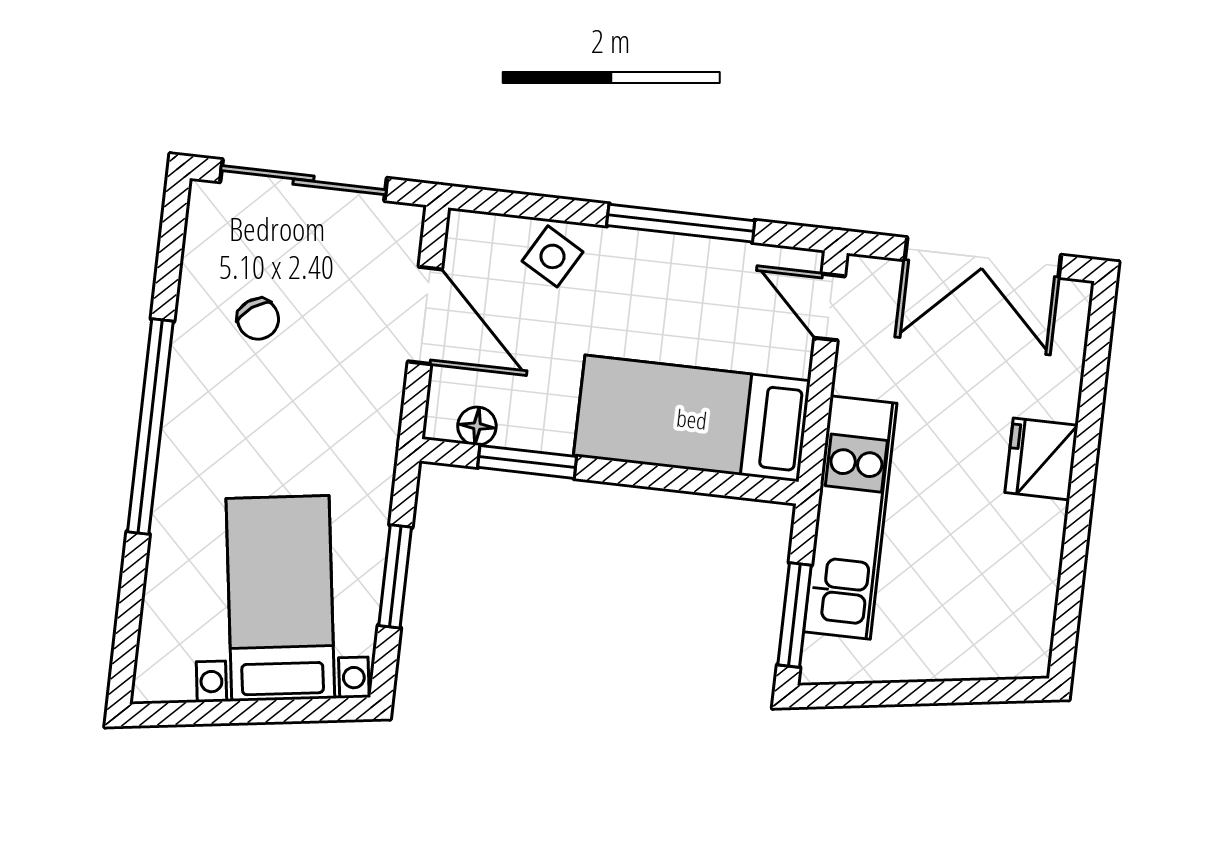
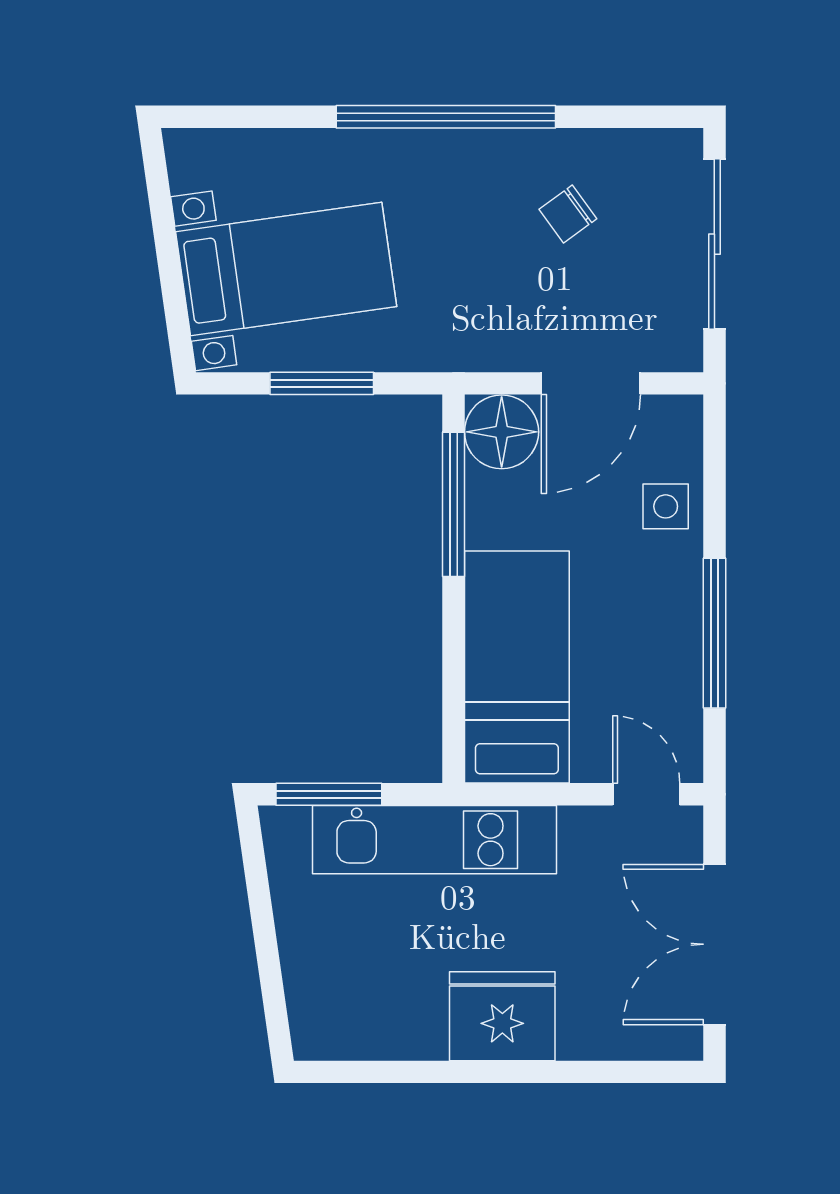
side table: (552, 256) -> (666, 506), turned -30
door: (830, 307) -> (646, 794), hinge flipped
floor lamp: (477, 426) -> (502, 432), width x1.89, depth x1.89
fridge: (1041, 459) -> (502, 1016), width x1.36, depth x1.34
window: (527, 462) -> (454, 504), width x1.44

